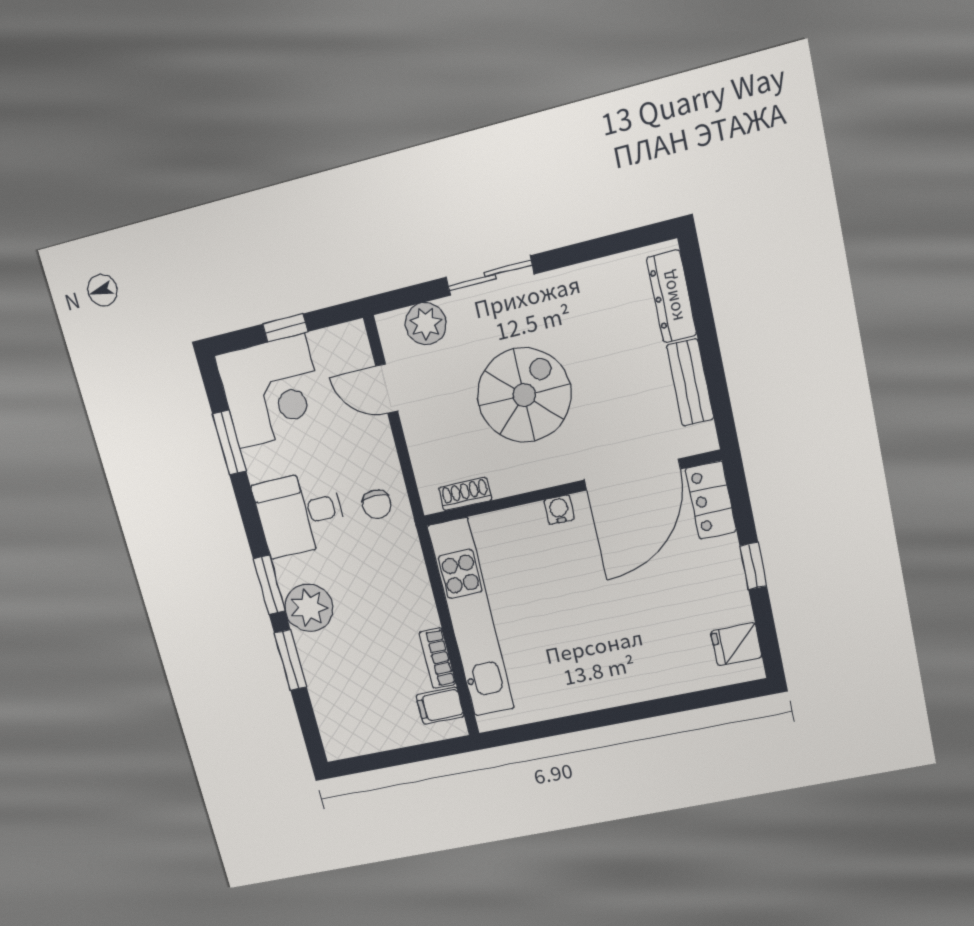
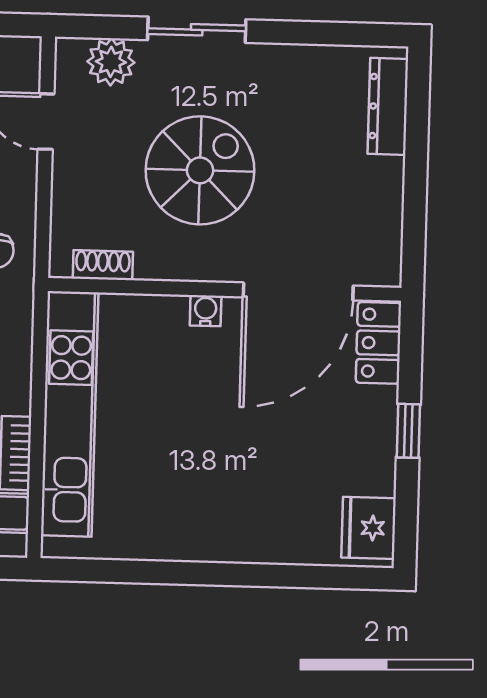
bench: (690, 382) -> (386, 205), removed
fridge: (736, 644) -> (369, 528), width x1.38

